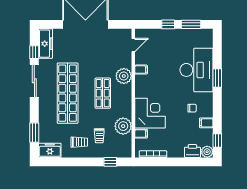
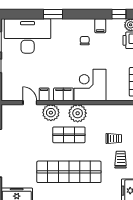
door: (133, 45) -> (30, 103), moved
desk: (197, 70) -> (28, 36), moved
plant: (123, 126) -> (78, 113), moved
filing cabinet: (141, 134) -> (63, 94), moved, width x2.00

